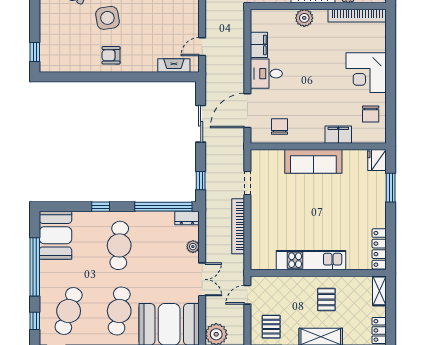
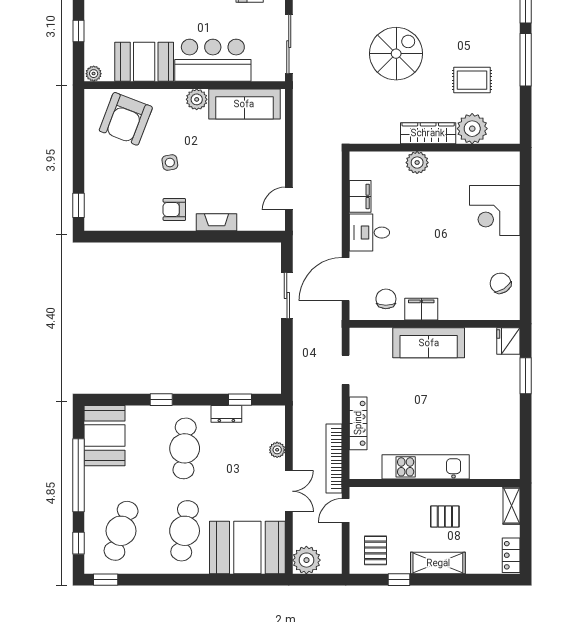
bookcase: (357, 16) -> (484, 160), removed
side table: (107, 18) -> (170, 163), width x0.54, depth x0.54
fireplace: (174, 66) -> (217, 222), moved
corner desk: (366, 73) -> (495, 210), moved
chair: (371, 114) -> (501, 283), turned 147
filing cabinet: (338, 135) -> (421, 309), moved
window: (201, 181) -> (287, 367), removed
window: (163, 207) -> (240, 400), width x0.32
dresser: (187, 218) -> (226, 414), moved
bookcase: (238, 226) -> (334, 458), moved
locker: (379, 249) -> (358, 423), moved, turned 180
pallet: (326, 300) -> (445, 516), turned 90

